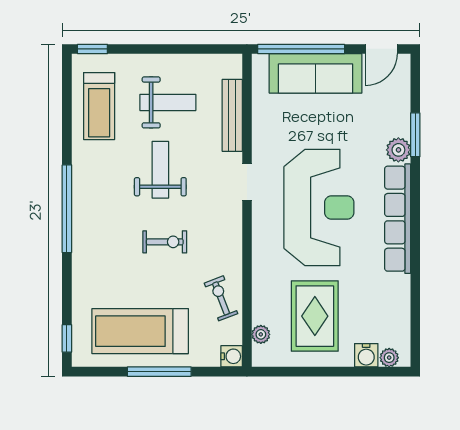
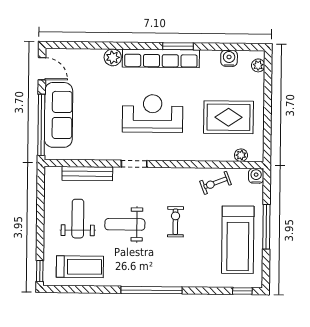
window: (415, 135) -> (178, 46), moved
reception desk: (319, 207) -> (153, 114), width x0.74, depth x0.77
water cooler: (366, 355) -> (229, 58), moved, turned -90

